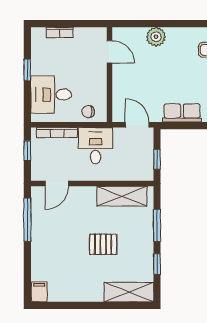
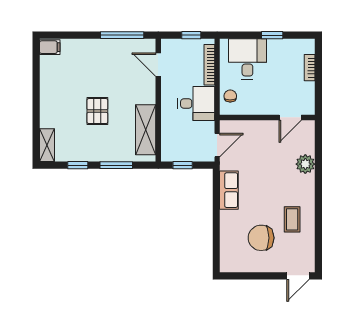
shelving: (129, 292) -> (47, 145), width x0.67, depth x0.75

